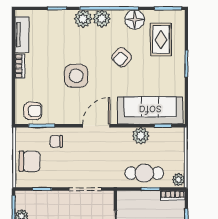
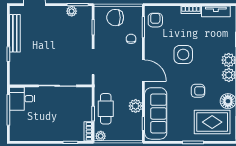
rug: (161, 40) -> (212, 122), width x1.36, depth x1.43
armchair: (122, 57) -> (198, 91), turned 139
armchair: (33, 111) -> (155, 20), turned 180
chair: (30, 161) -> (115, 18), turned 89

